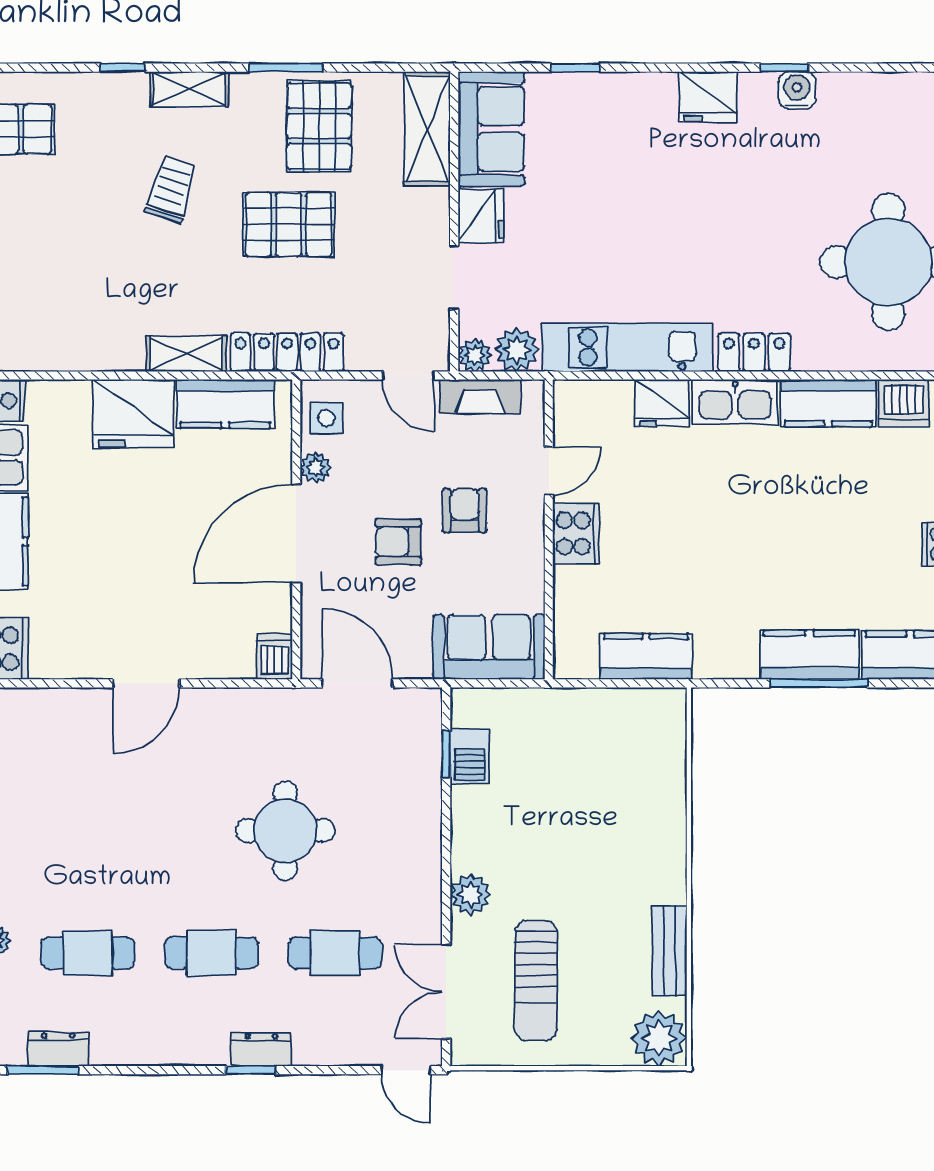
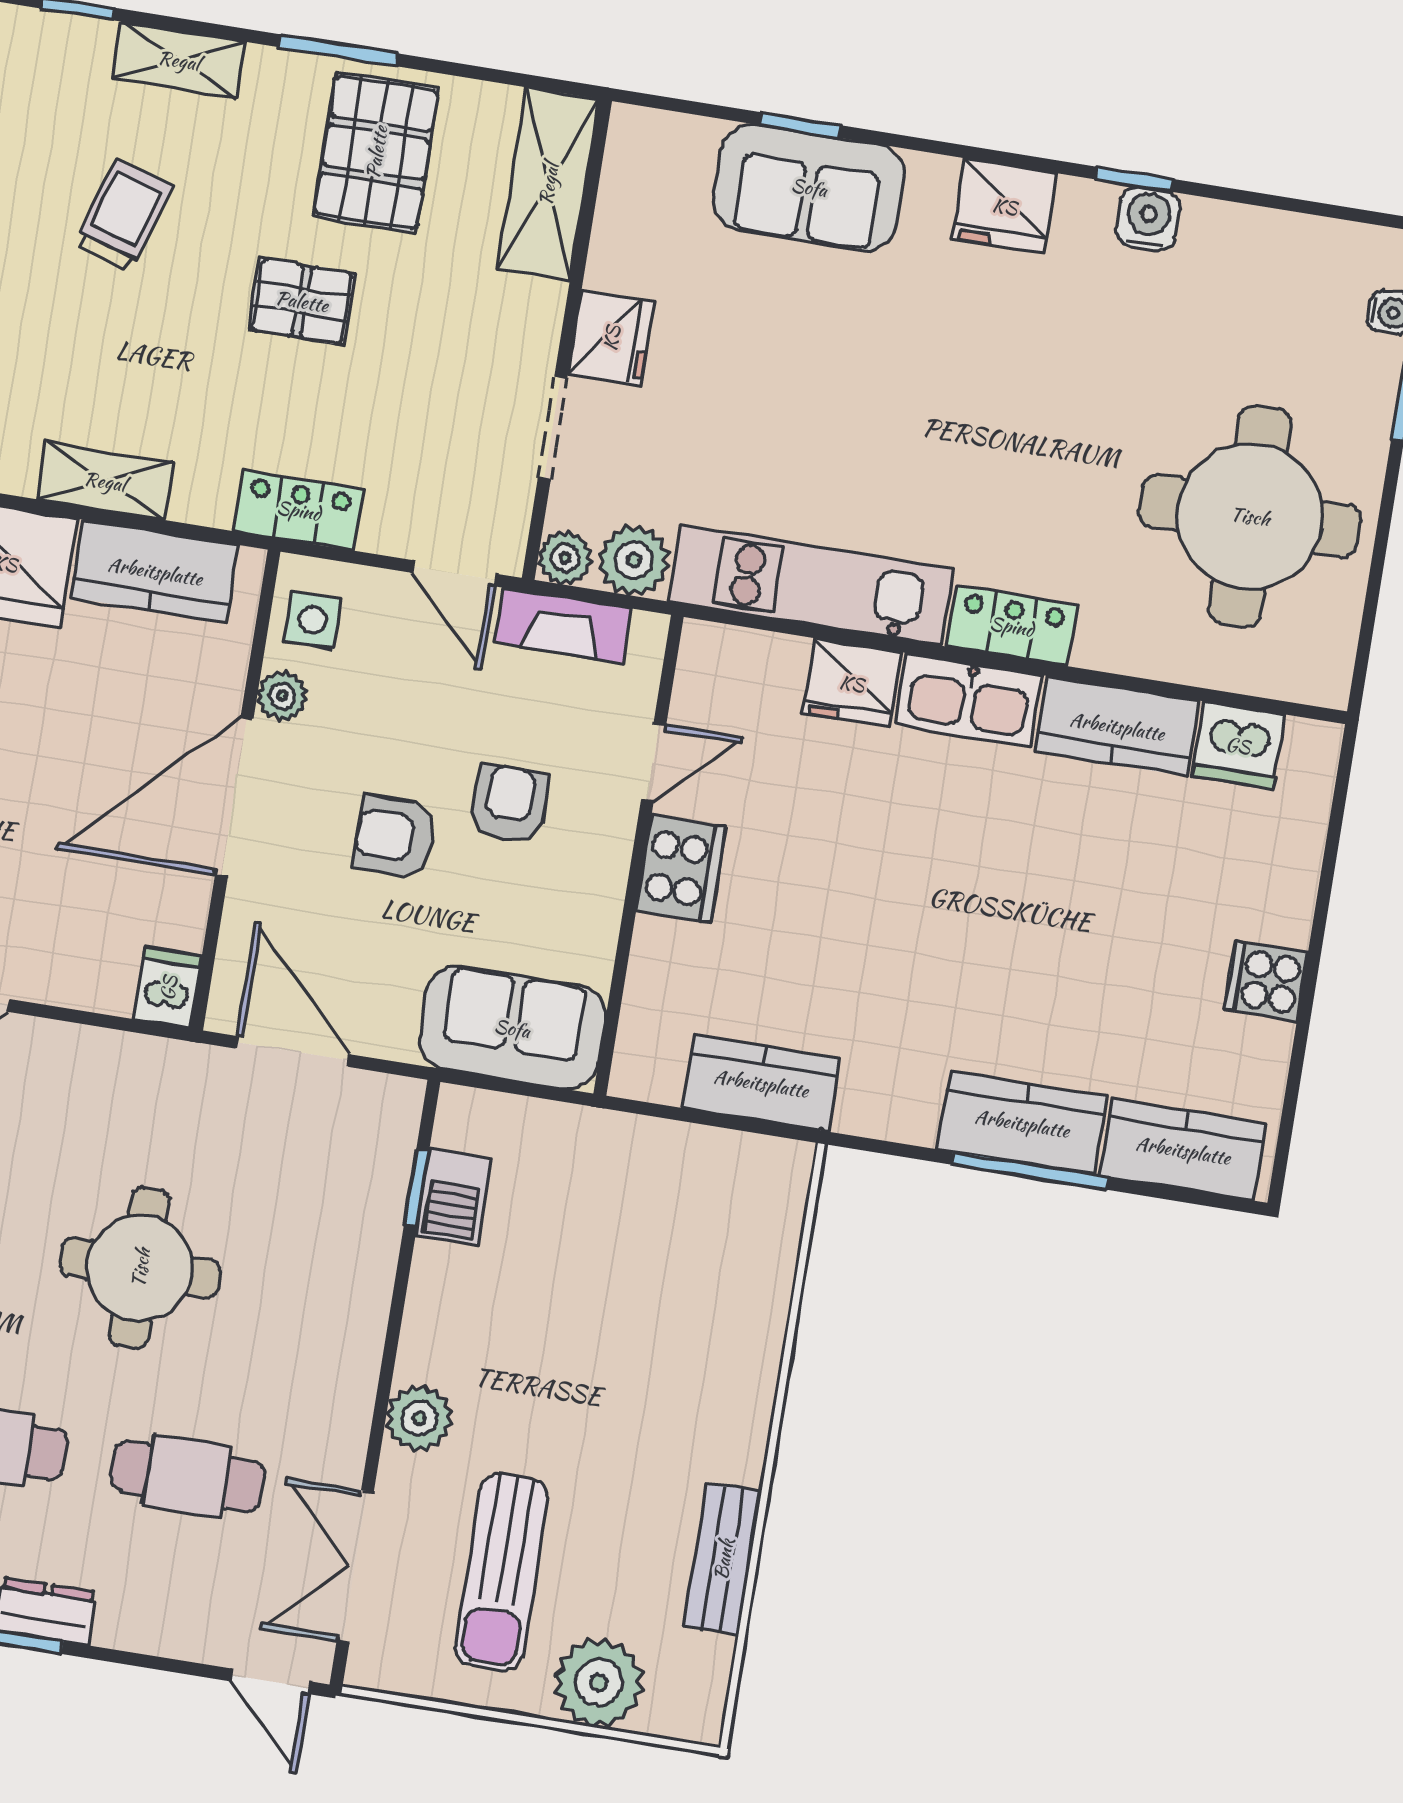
sofa: (491, 129) -> (809, 187), moved, turned 90
pallet: (289, 224) -> (302, 301), width x0.67, depth x0.71
locker: (287, 352) -> (299, 510), width x0.66
plant: (659, 1038) -> (599, 1682), moved

